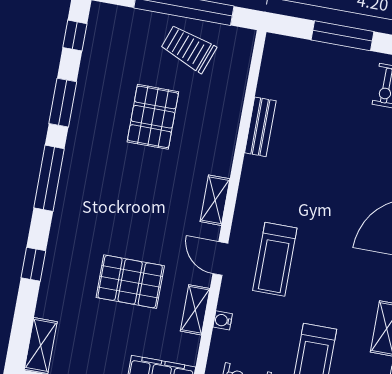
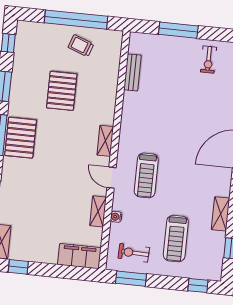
trolley: (188, 48) -> (81, 46), width x0.73, depth x0.72
bench: (260, 127) -> (133, 72), moved
pallet: (130, 282) -> (21, 138), moved, turned 90

